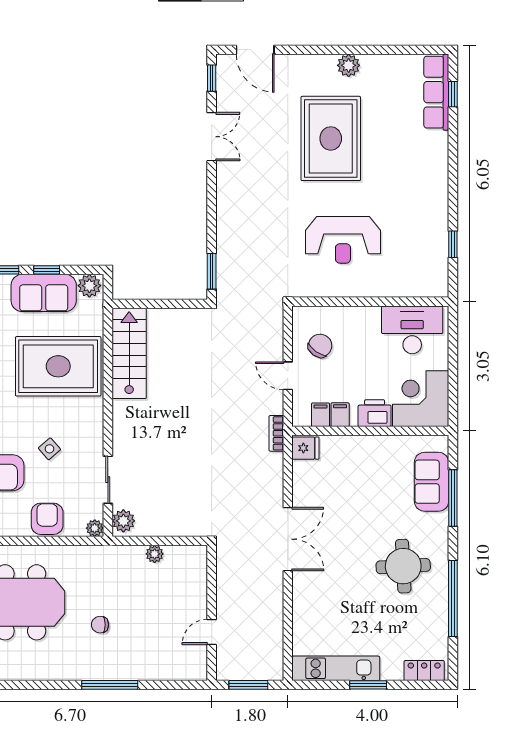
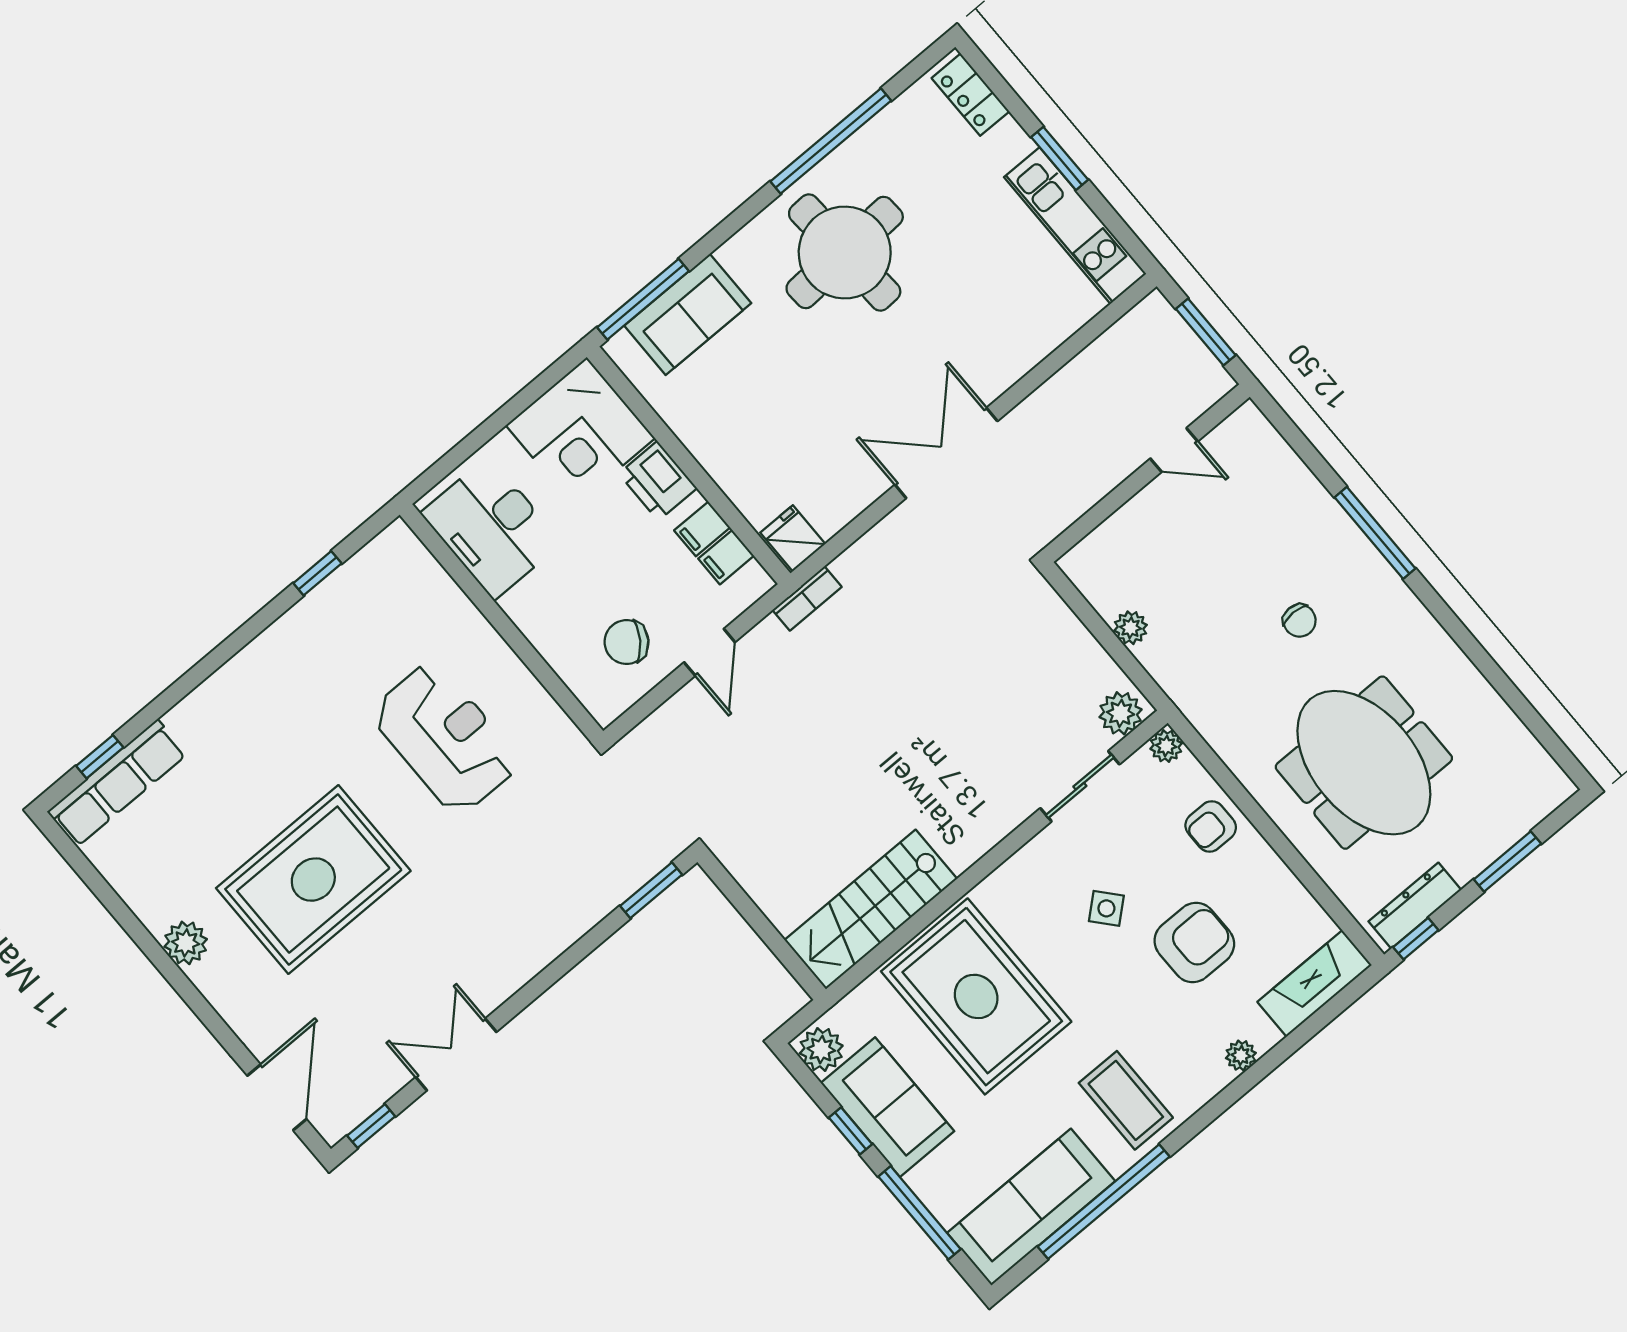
window: (453, 498) -> (643, 299), moved
armchair: (47, 519) -> (1211, 826), width x0.72, depth x0.72
round table: (403, 566) -> (845, 253), width x1.36, depth x1.36

